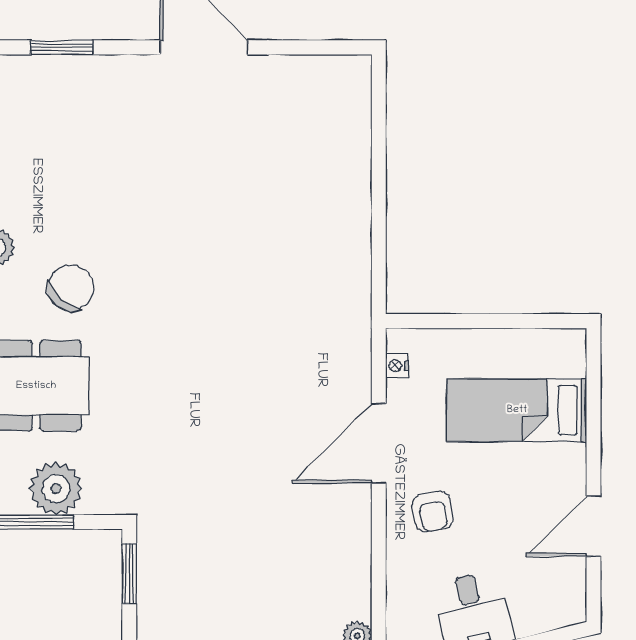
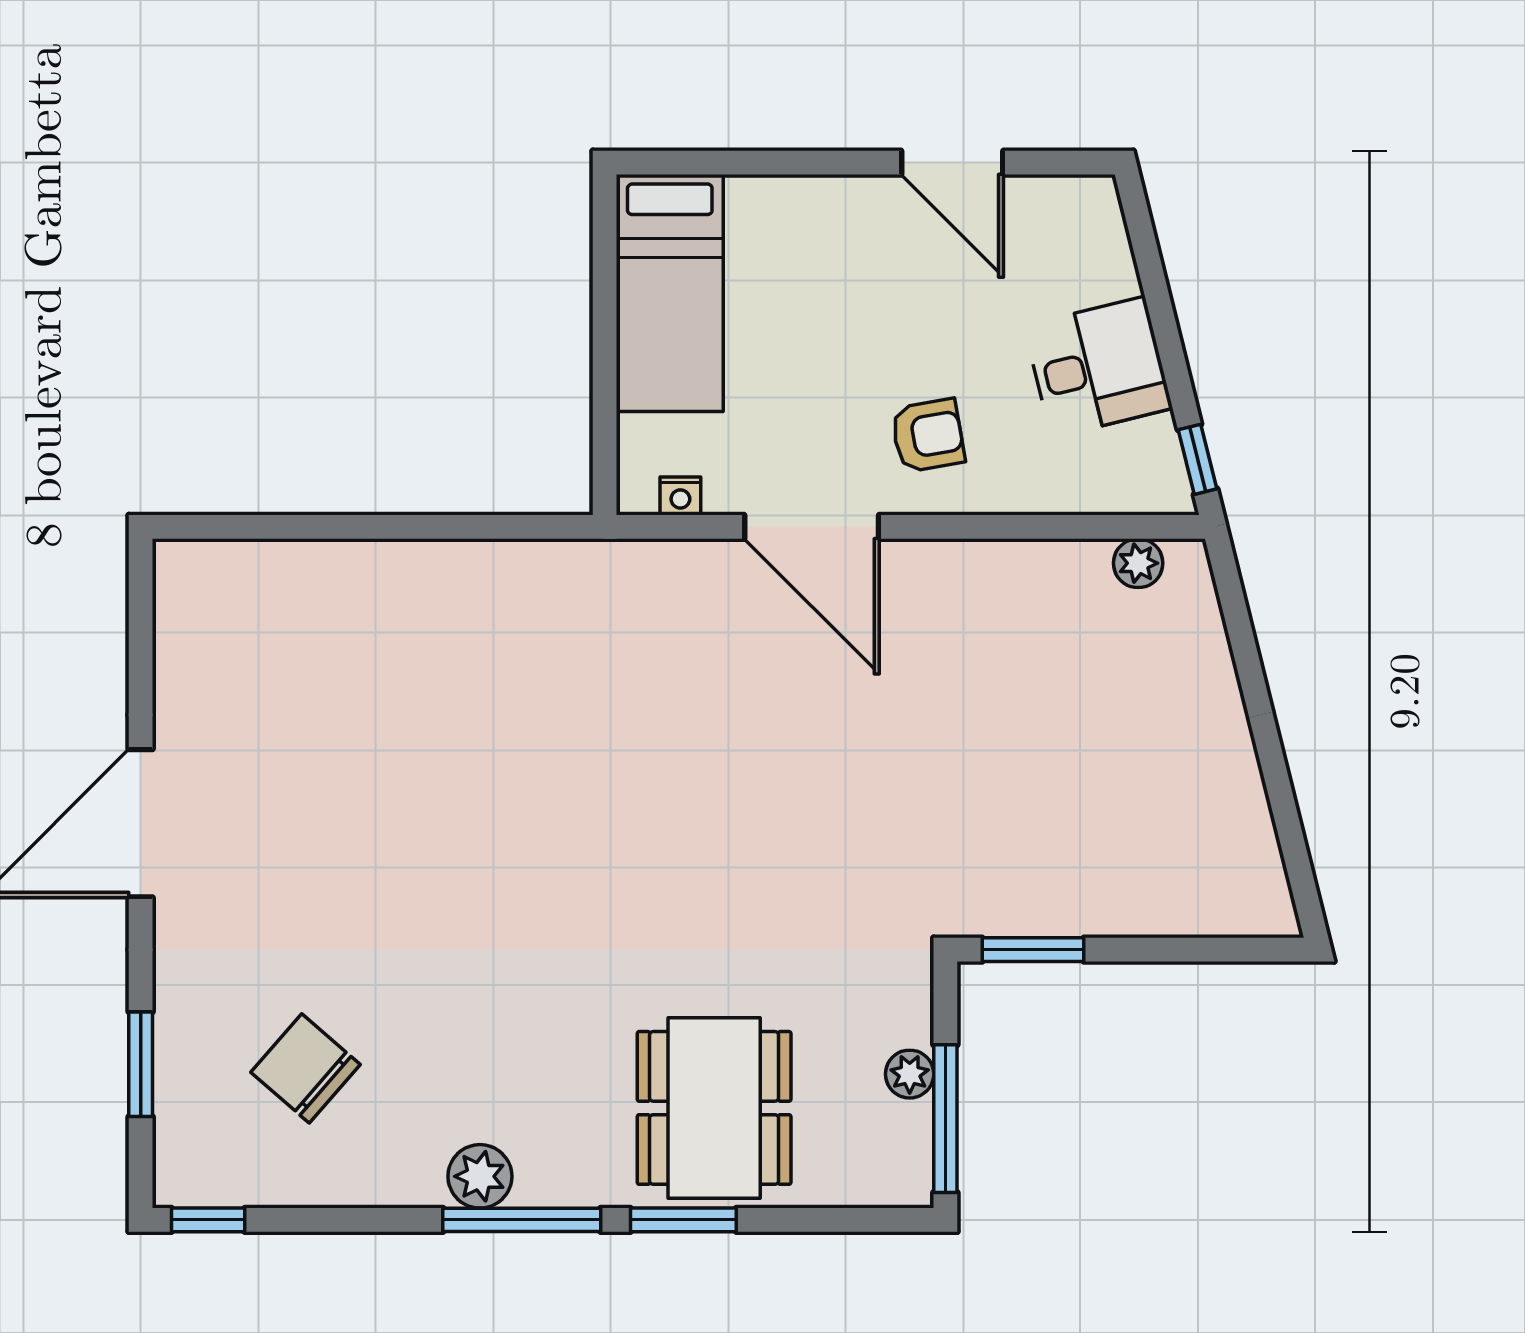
chair: (71, 288) -> (305, 1068), moved
bed: (517, 410) -> (670, 293), moved
plant: (56, 489) -> (910, 1074), width x0.53, depth x0.53

